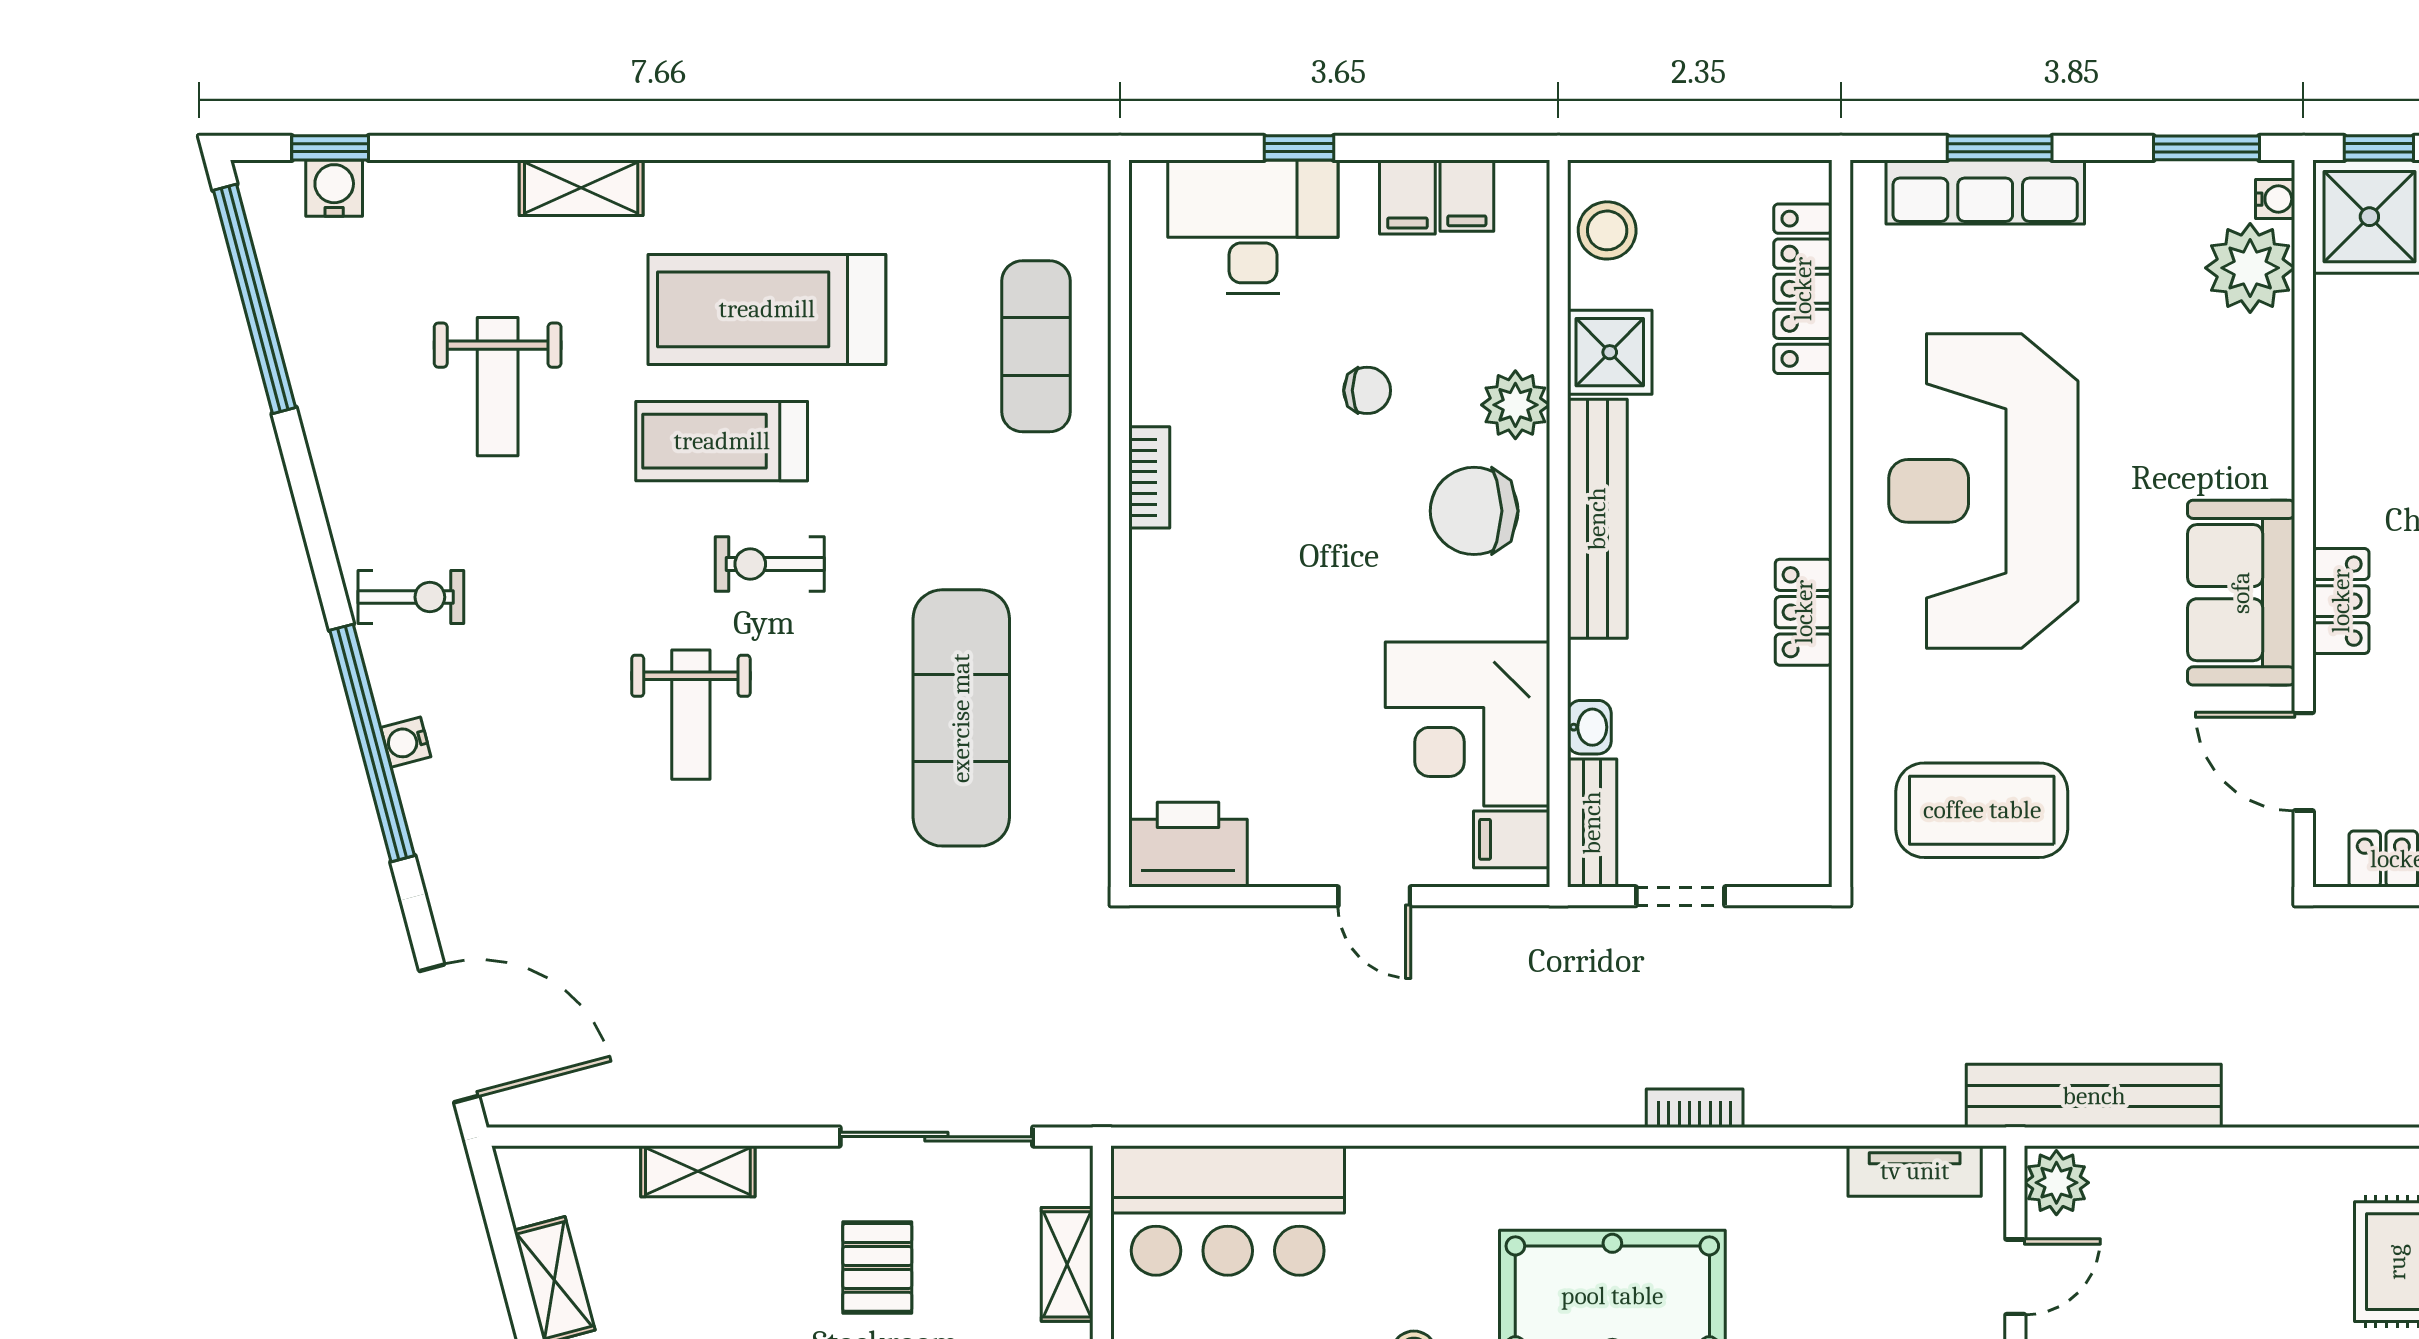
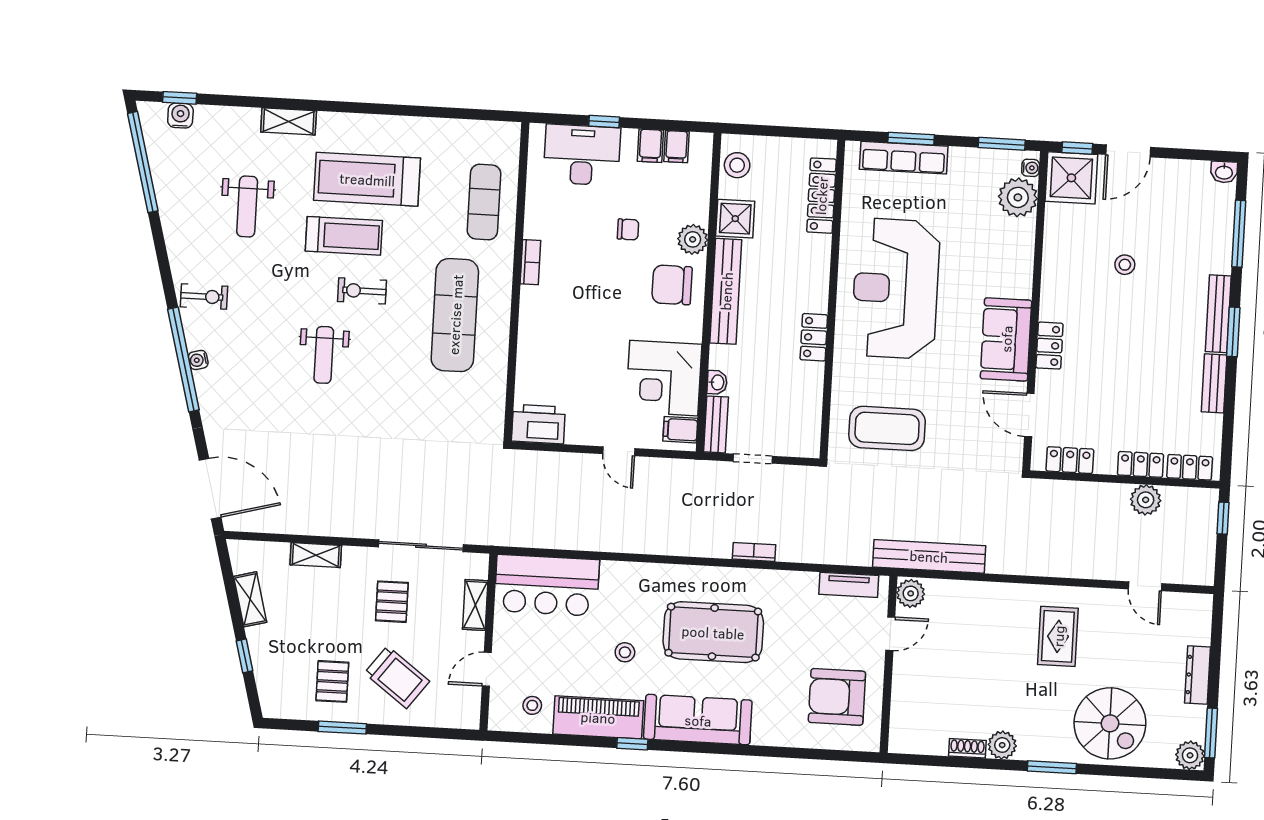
treadmill: (722, 441) -> (344, 236), turned 180
exercise mat: (961, 718) -> (455, 315), moved

